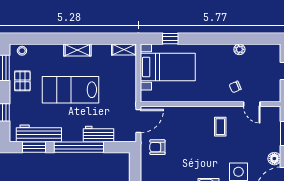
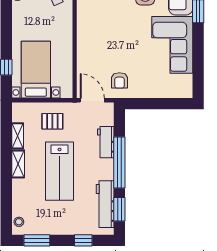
shelving: (124, 50) -> (18, 136), moved
pallet: (22, 81) -> (52, 121), moved
coffee table: (220, 127) -> (98, 15), removed

